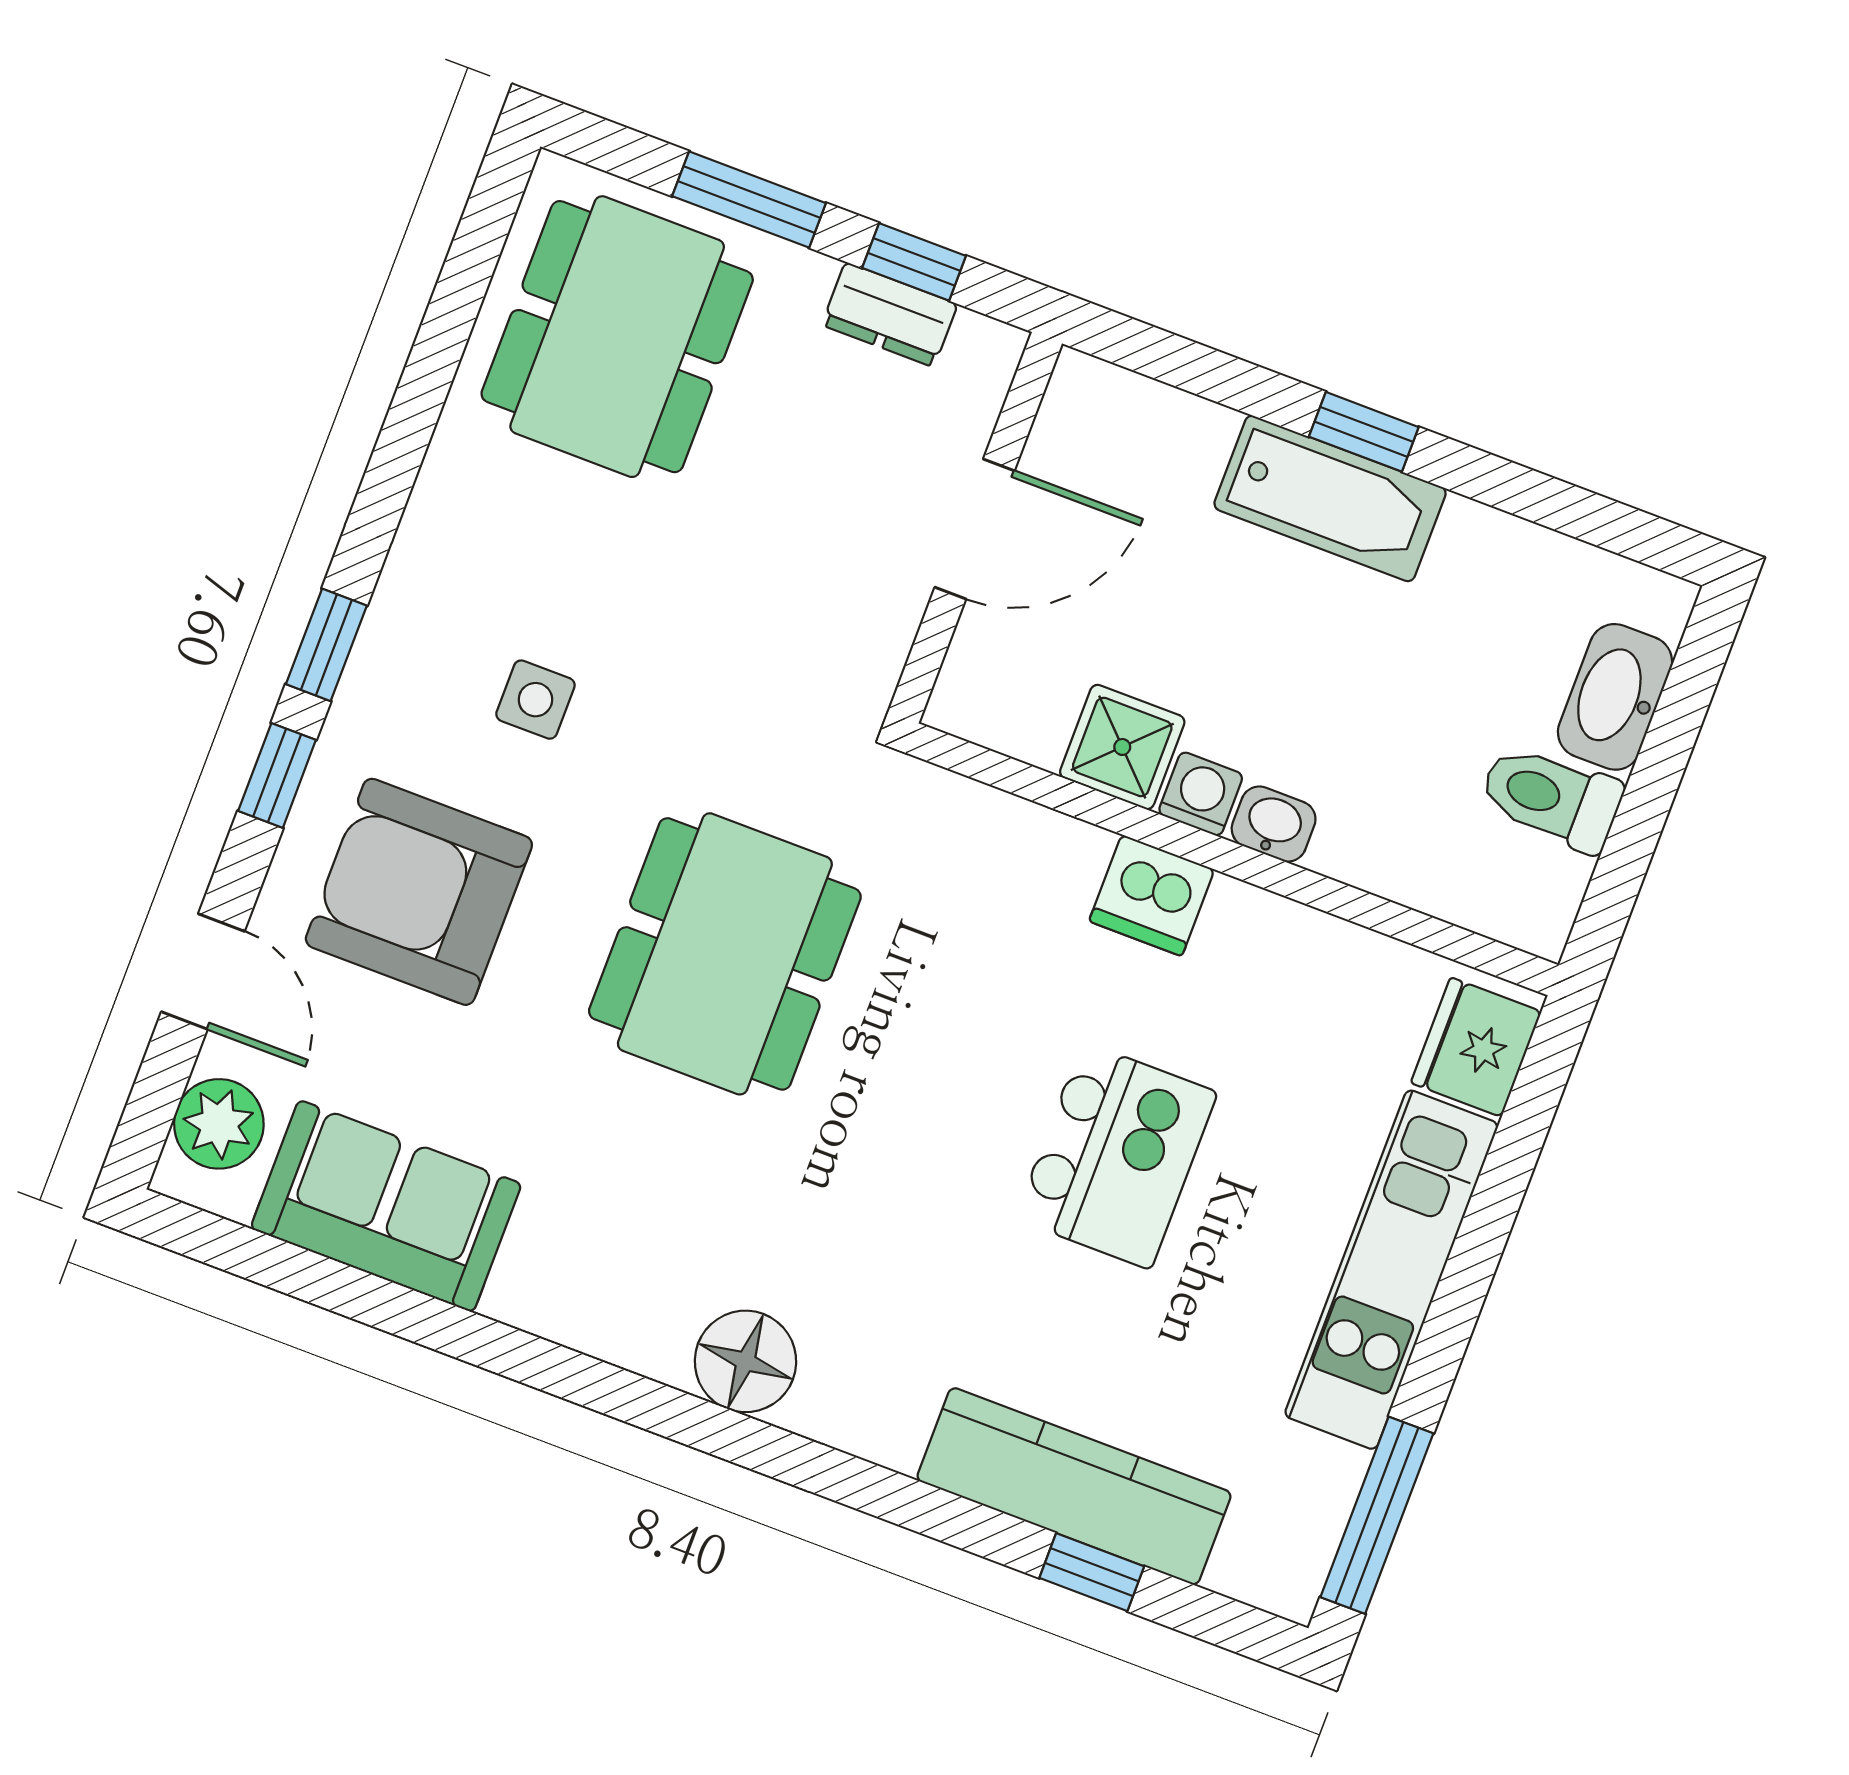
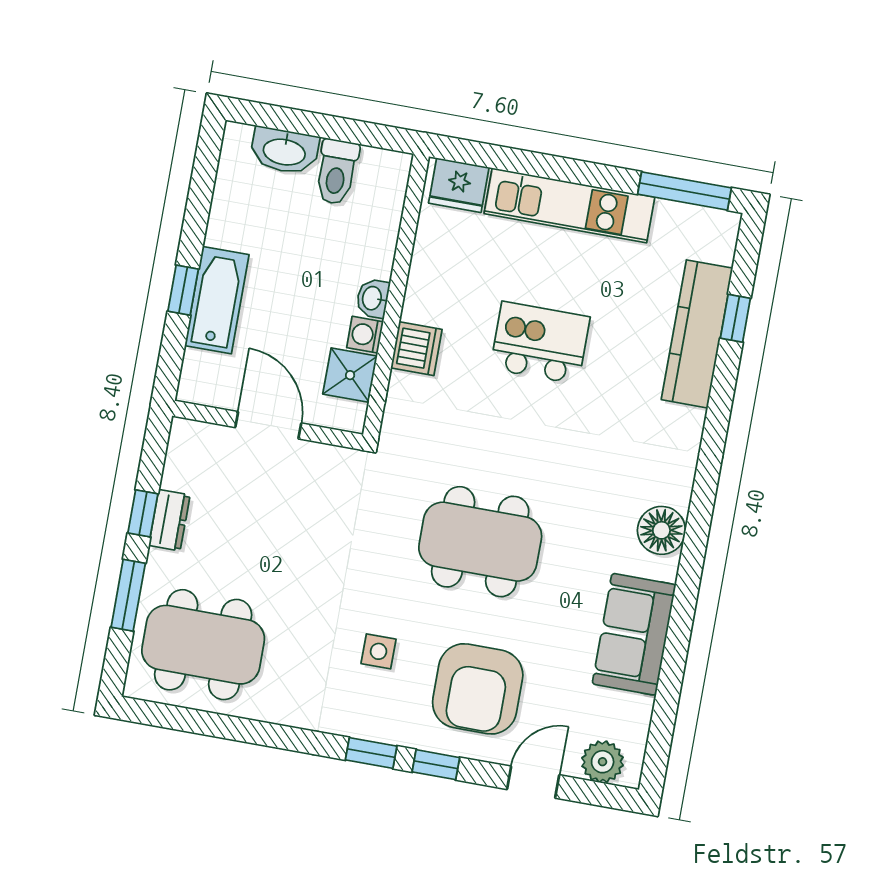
wall: (975, 528) -> (268, 425), moved
door: (975, 529) -> (268, 425), moved
sofa: (386, 1206) -> (634, 634), moved
floor lamp: (745, 1361) -> (661, 530), moved

